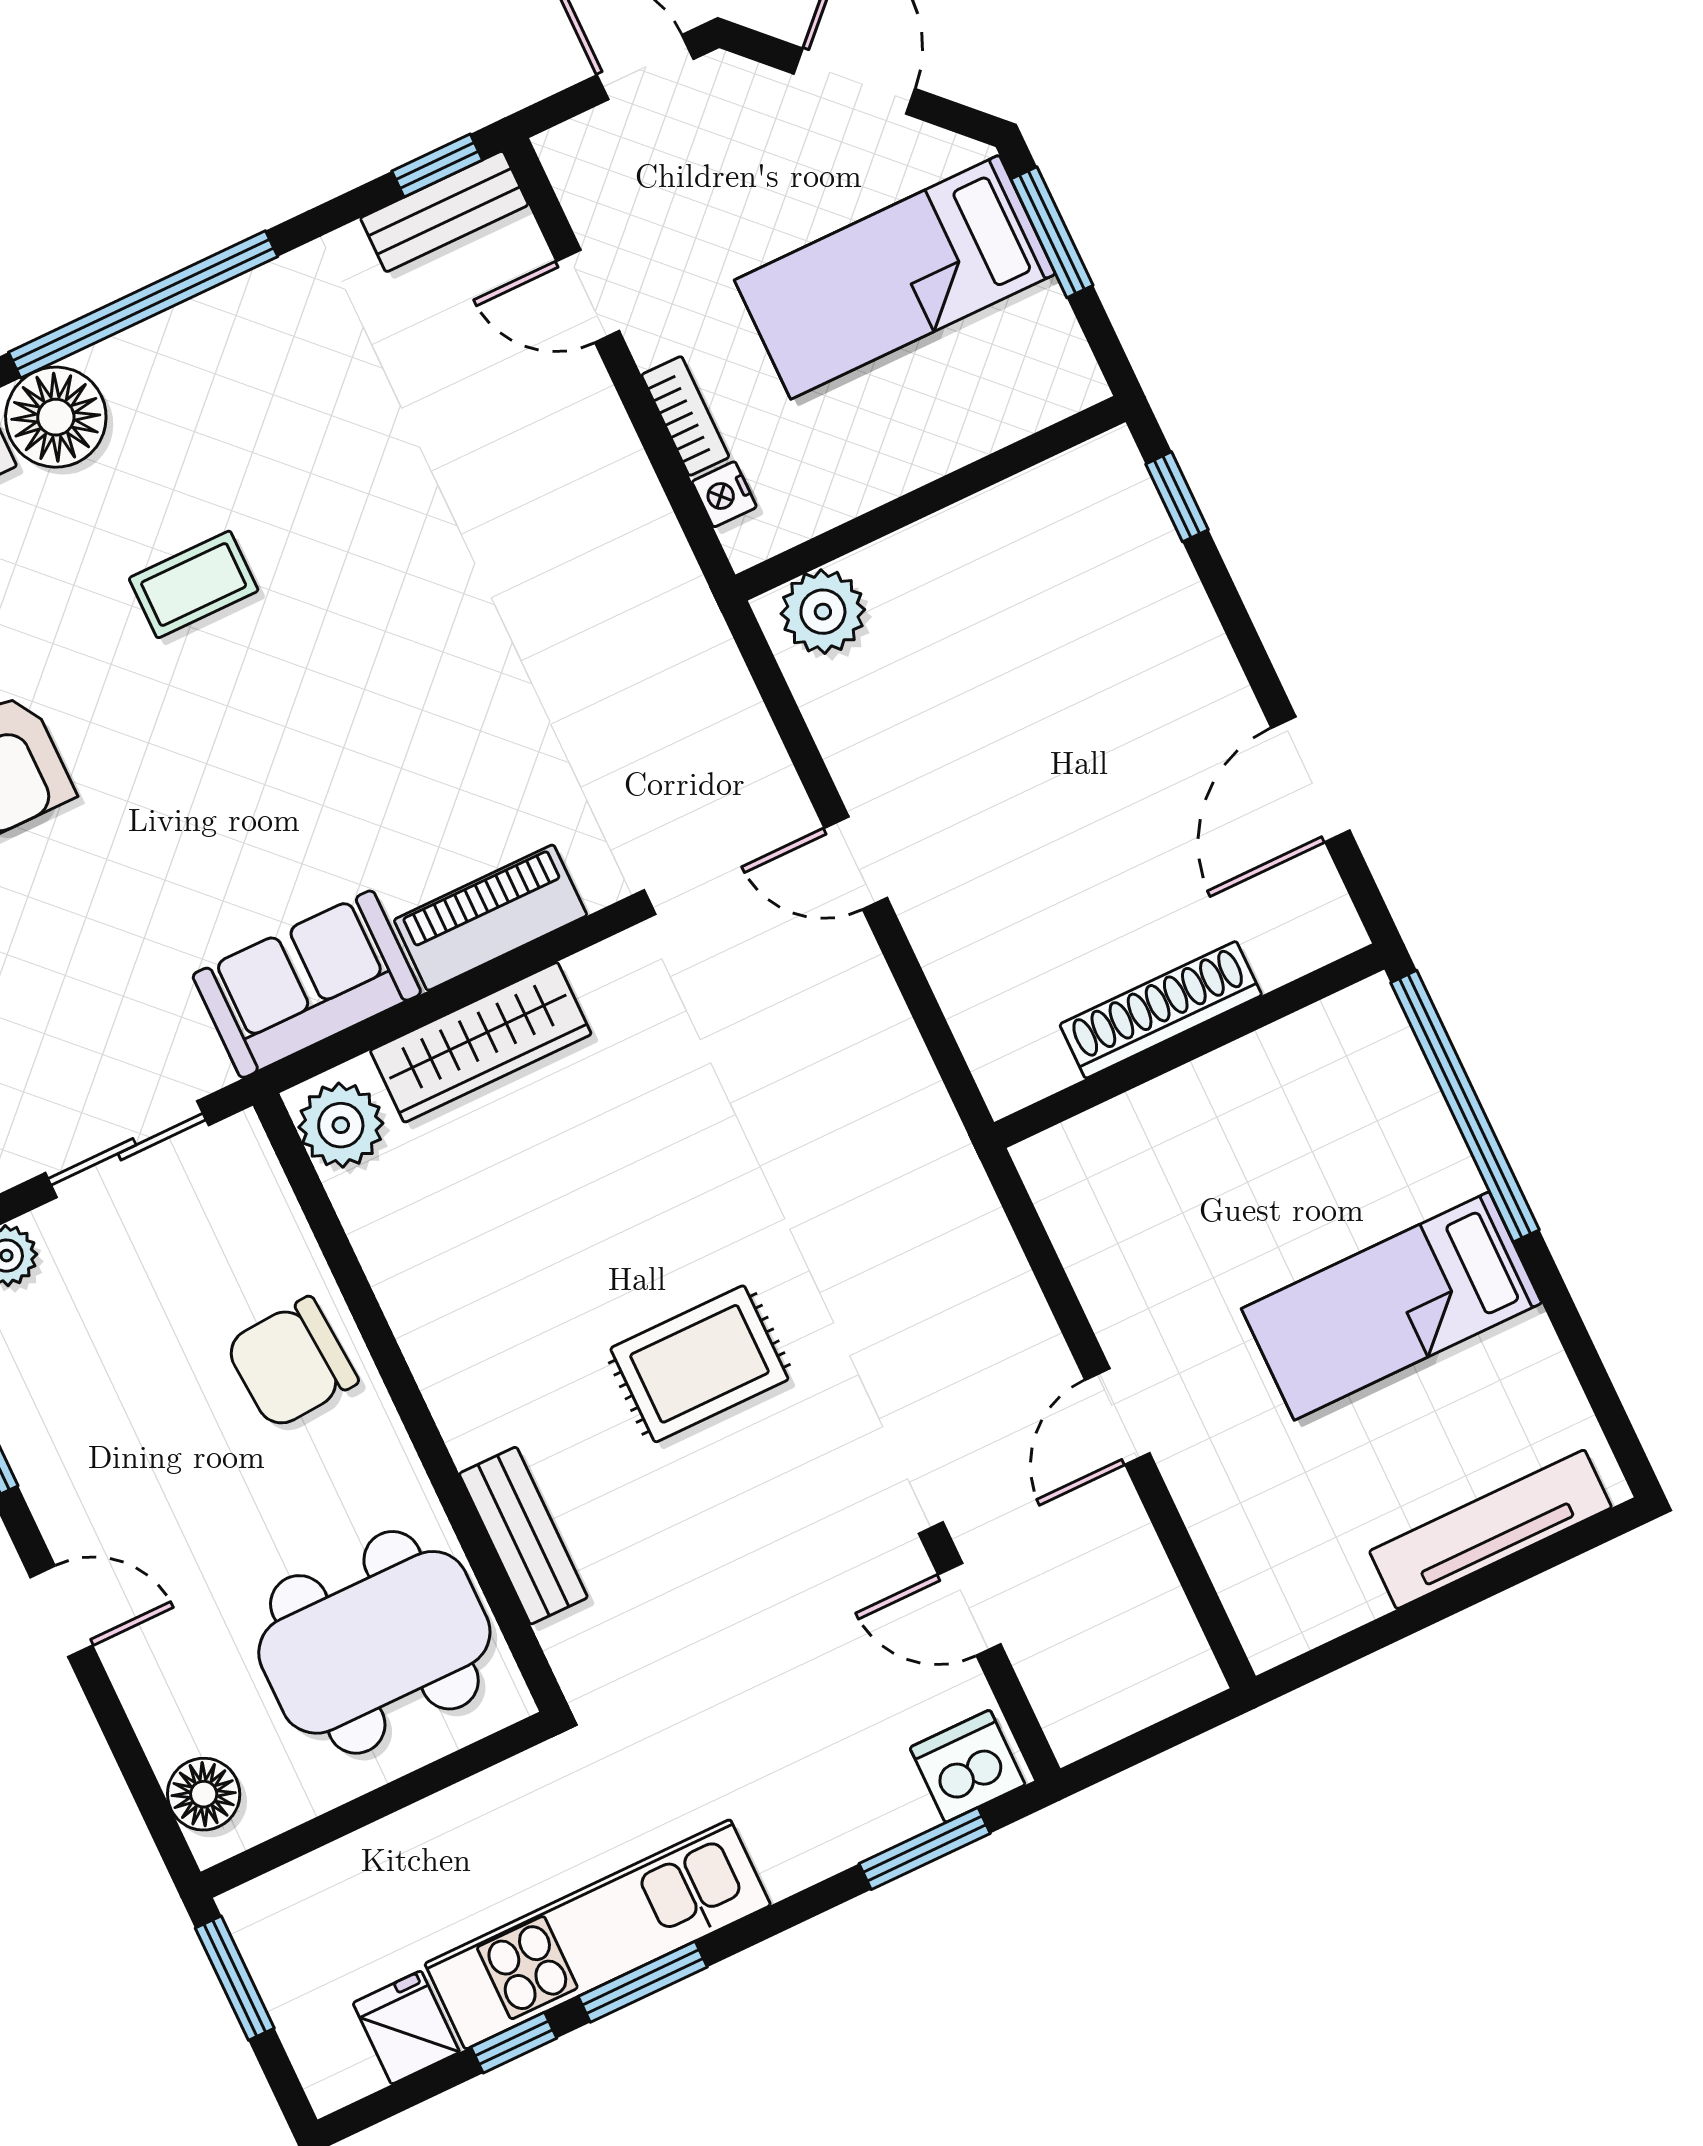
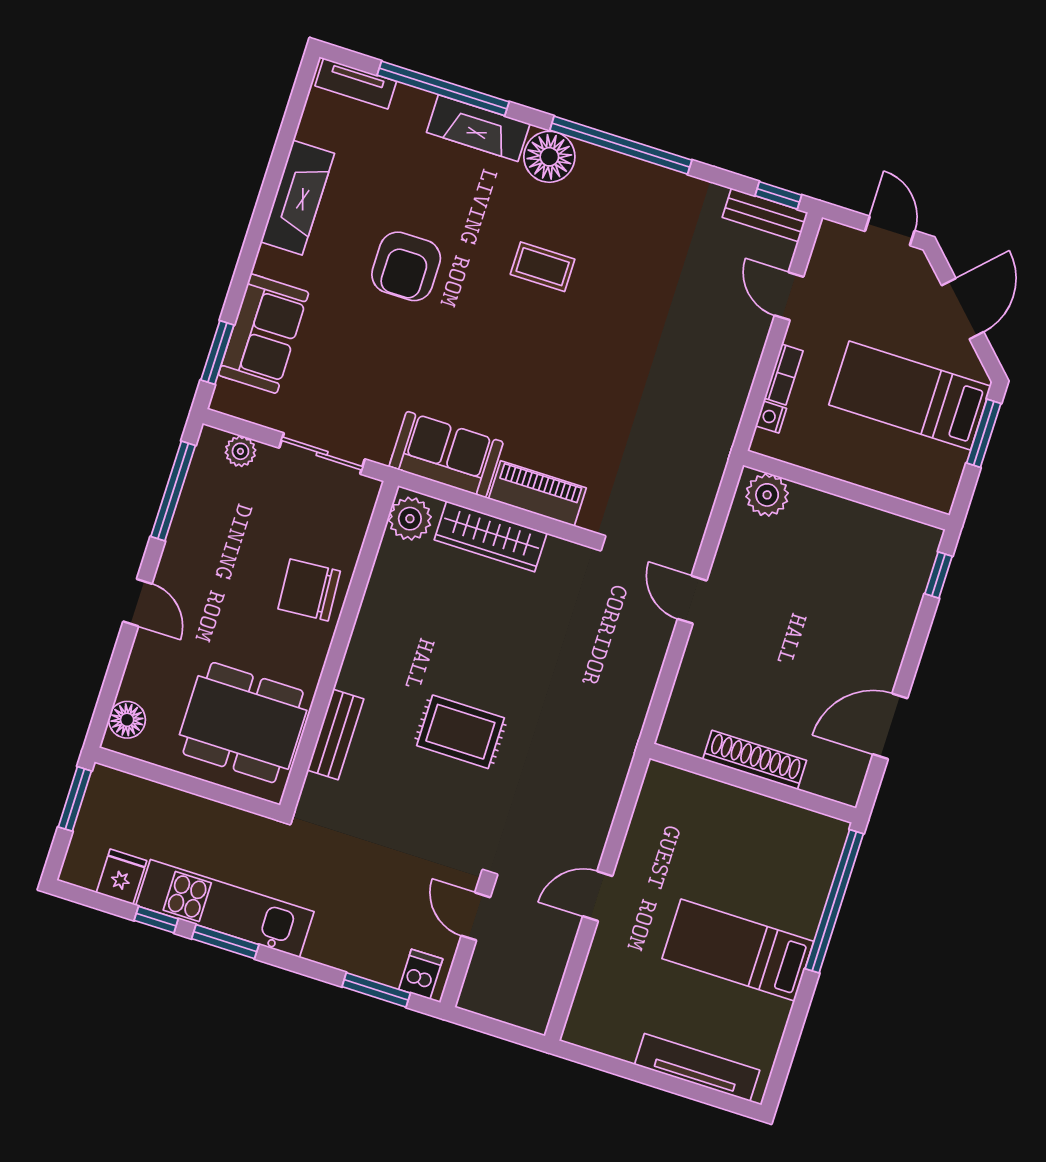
dishwasher: (968, 1766) -> (421, 974), width x0.73

